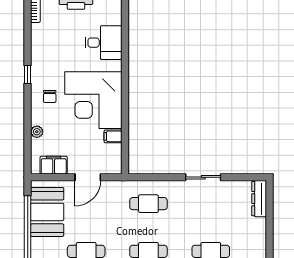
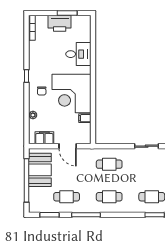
door: (88, 177) -> (68, 146), hinge flipped

